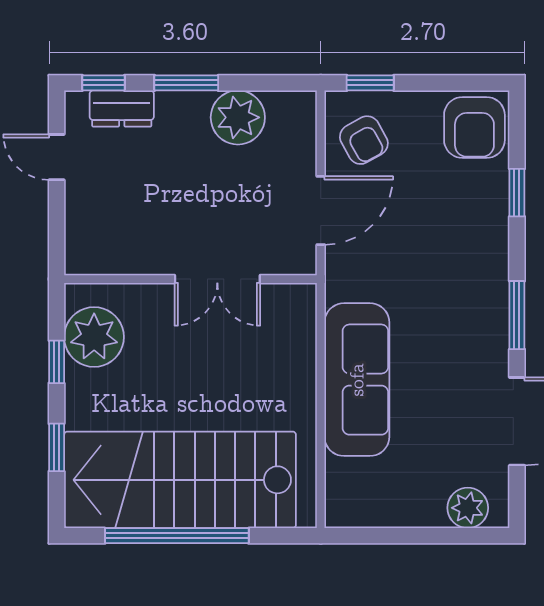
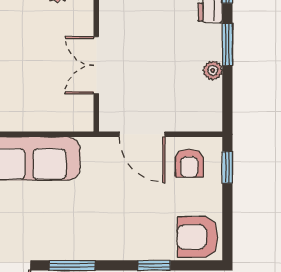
plant: (238, 117) -> (213, 70), width x0.53, depth x0.53
armchair: (364, 140) -> (189, 163), turned -61

